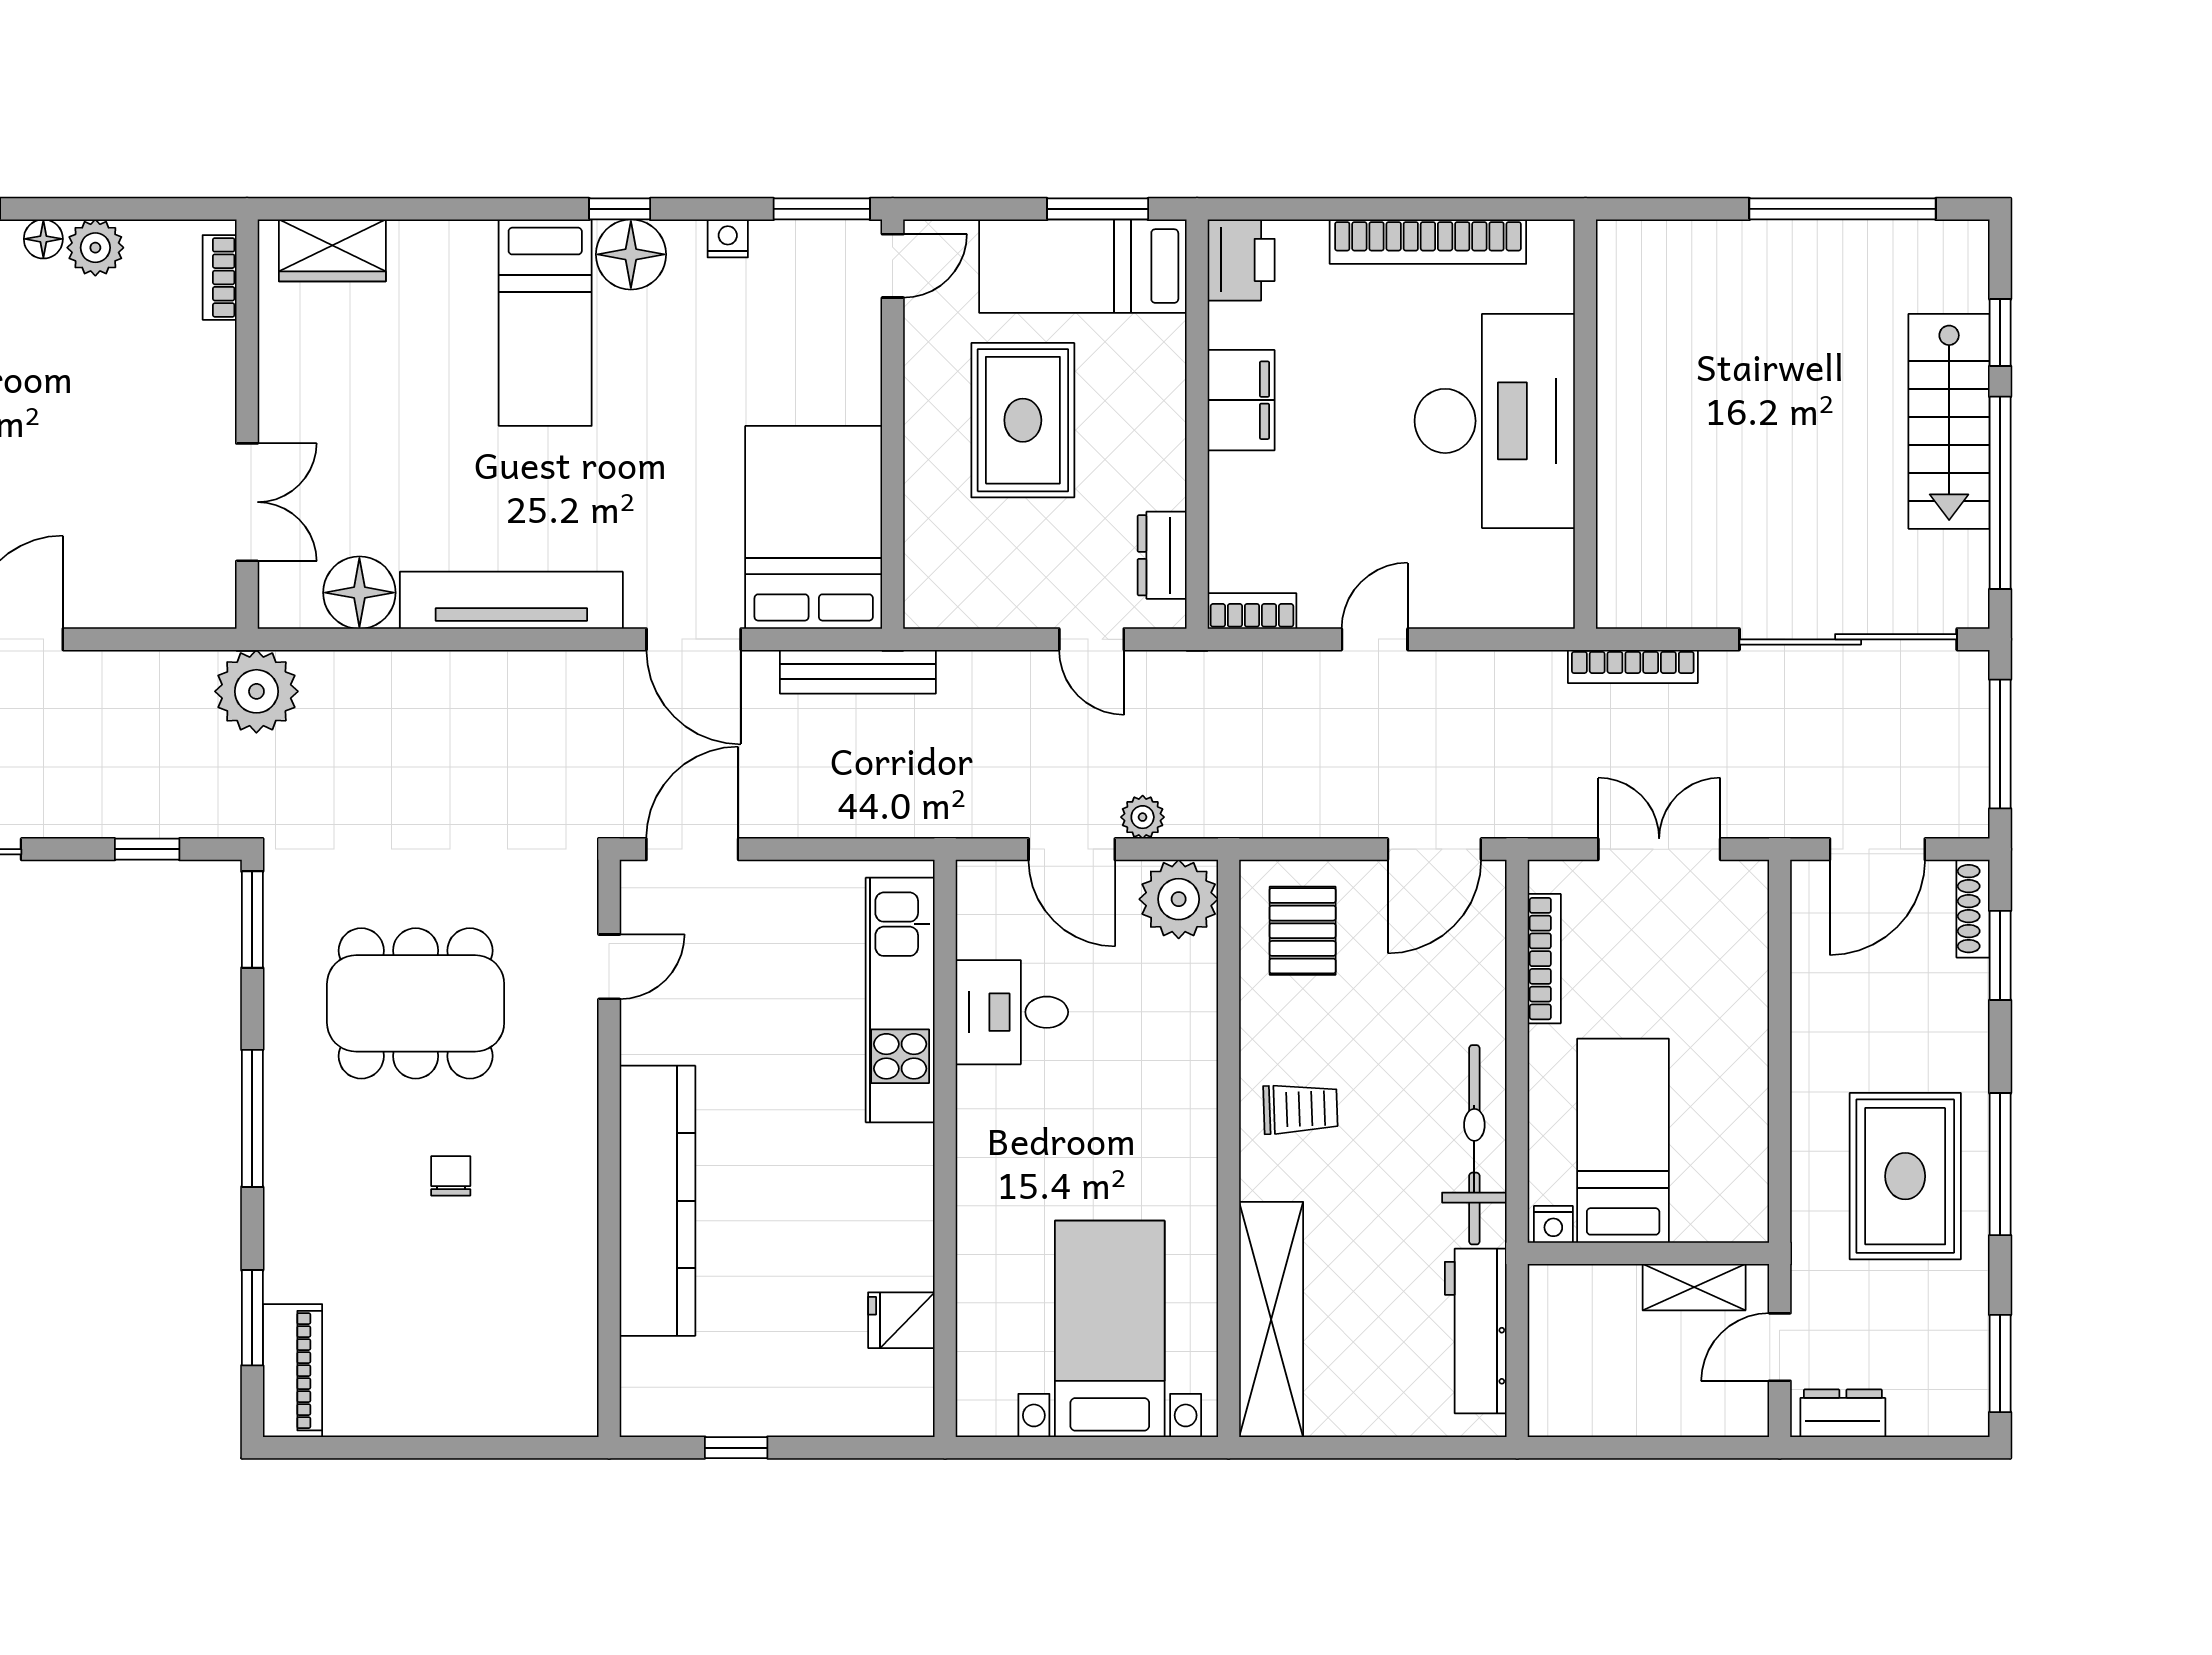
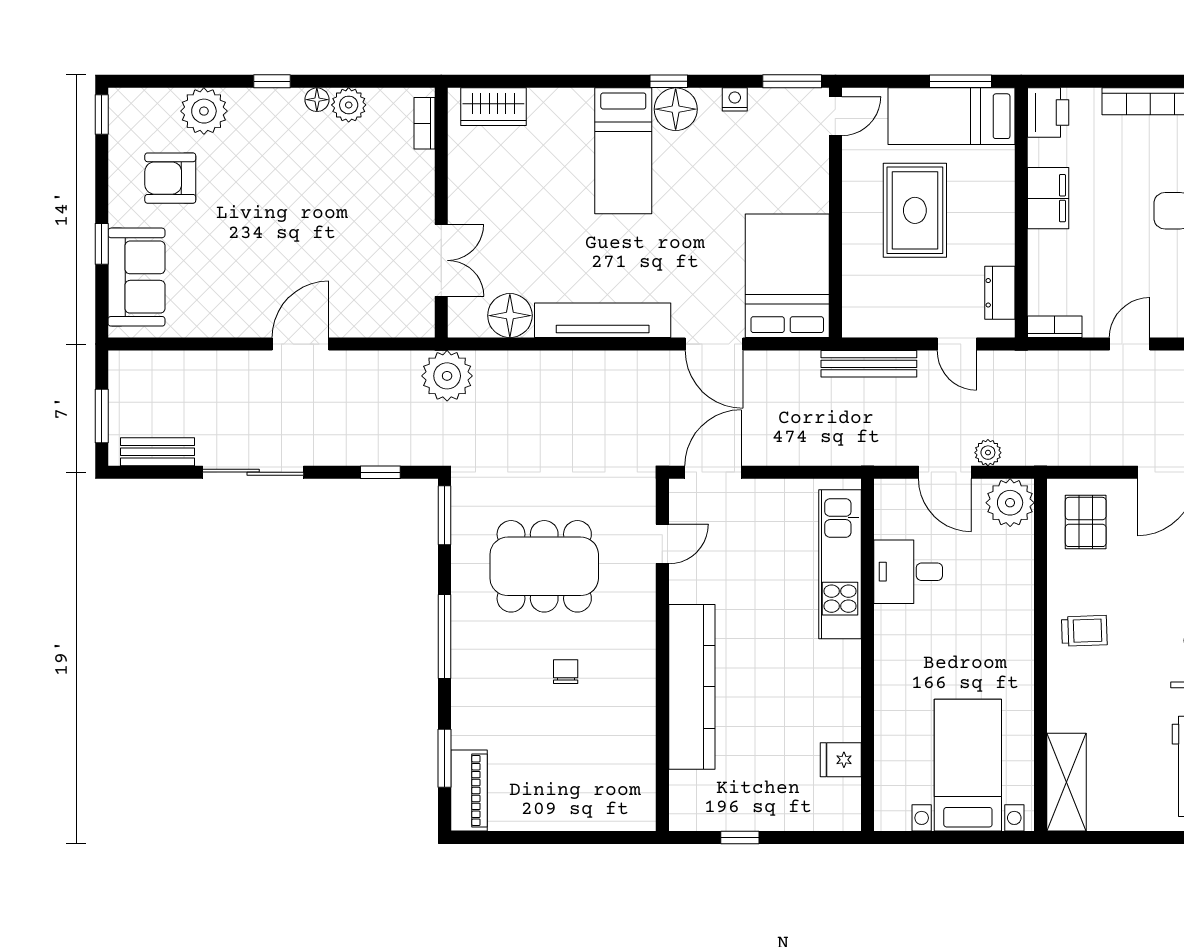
bench: (858, 672) -> (869, 364), moved
shelving: (1271, 1319) -> (1066, 782), width x0.68

